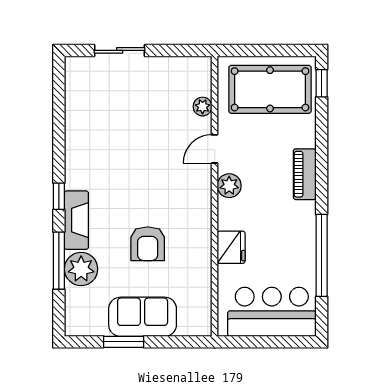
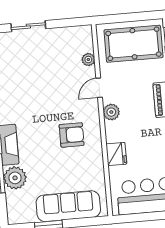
armchair: (148, 244) -> (72, 135), moved, turned -90
sofa: (143, 317) -> (68, 206), width x1.36

